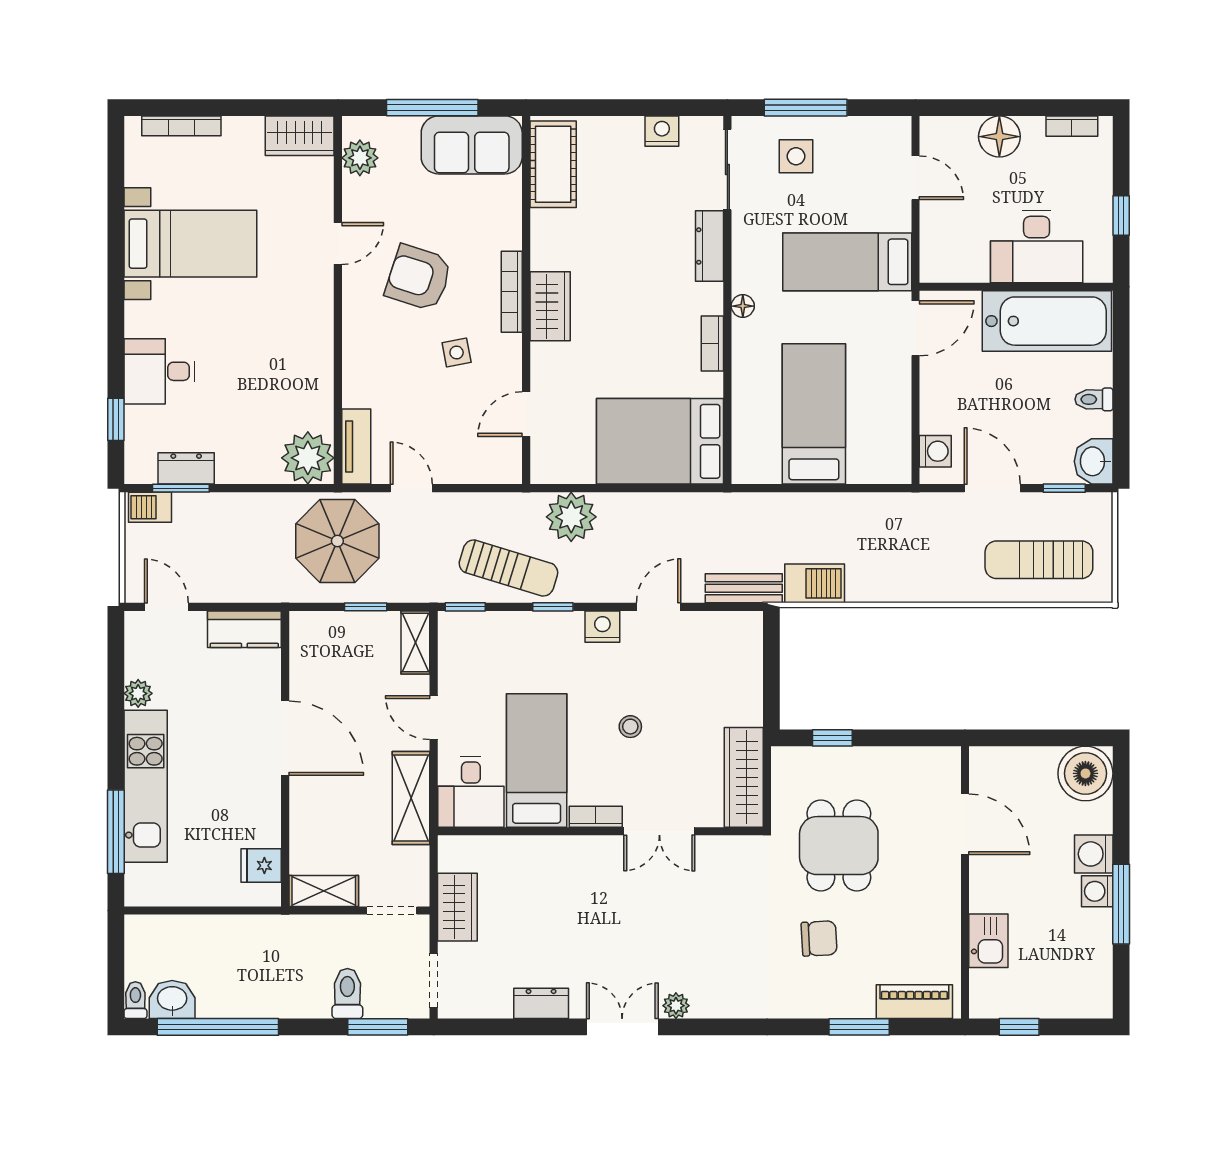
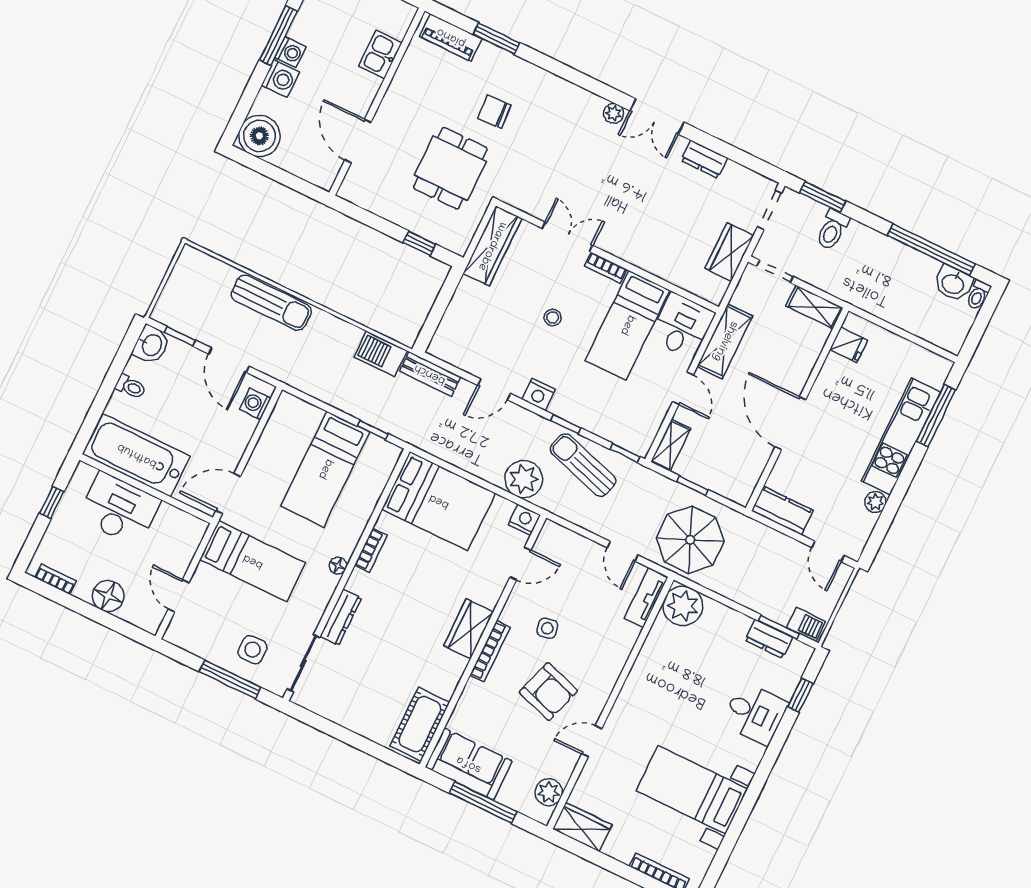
nightstand: (662, 131) -> (524, 520), moved, turned 180
window: (780, 488) -> (373, 430), added
sun lounger: (1039, 560) -> (271, 303), moved

